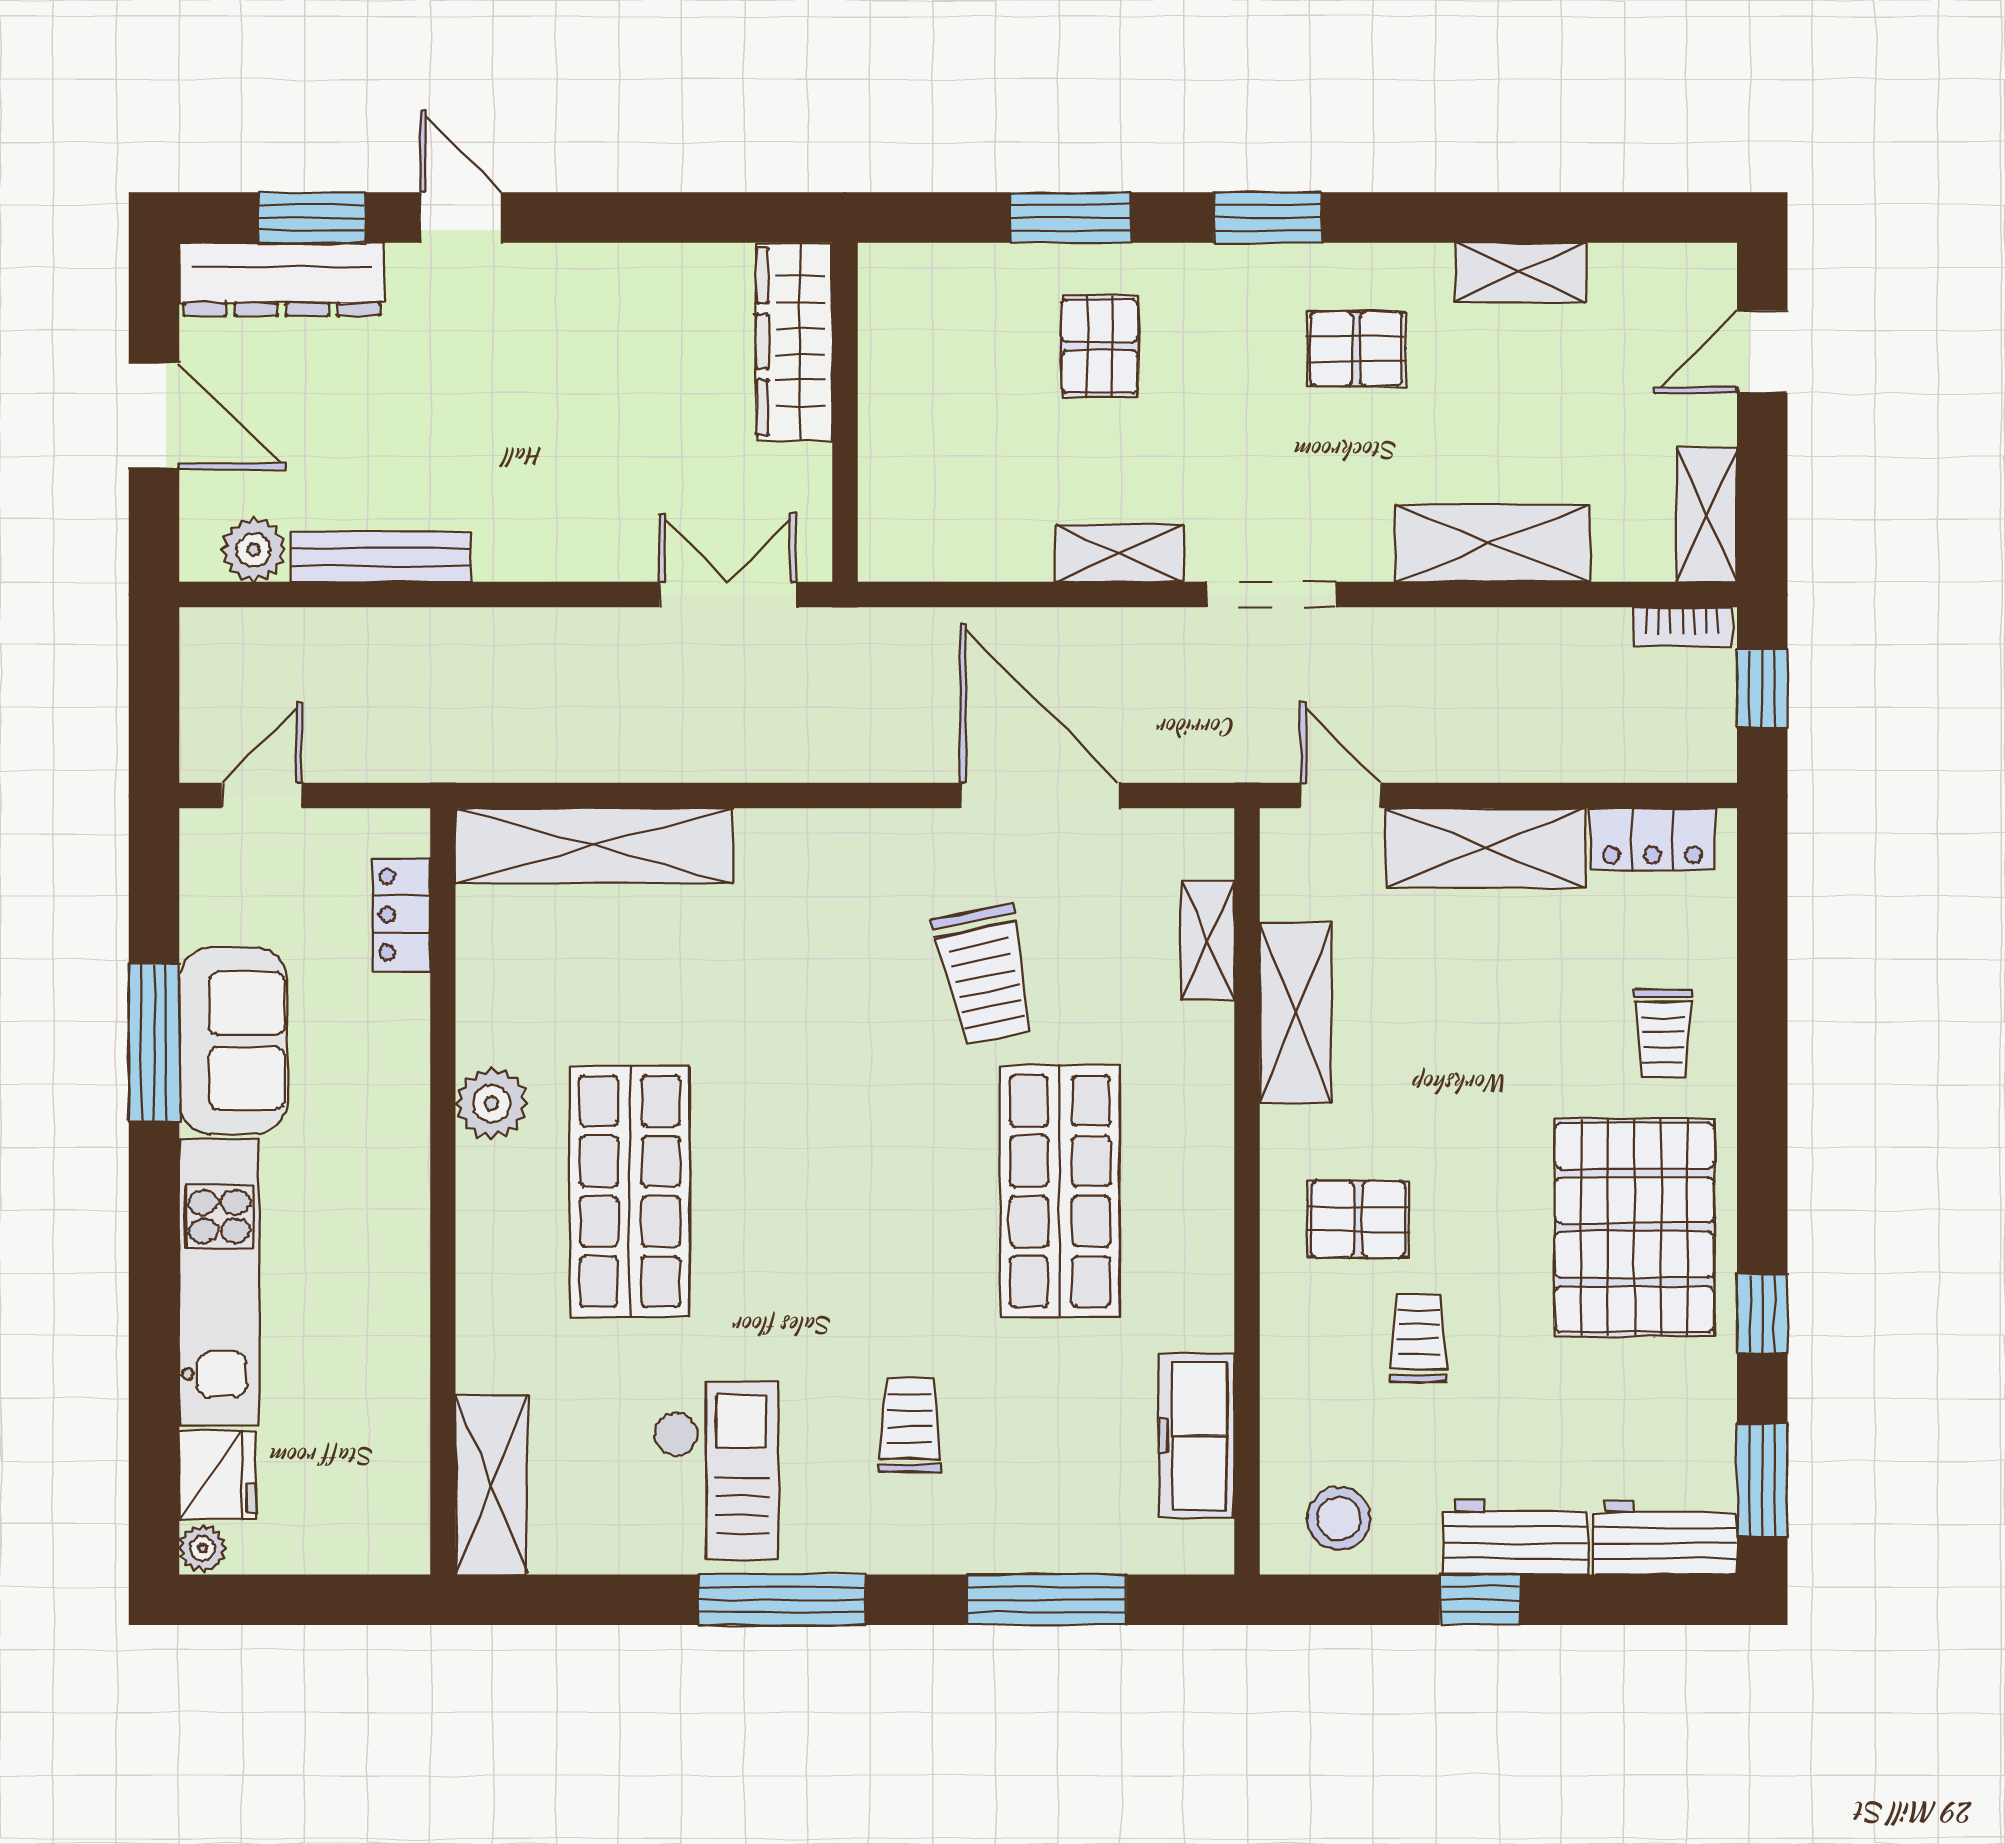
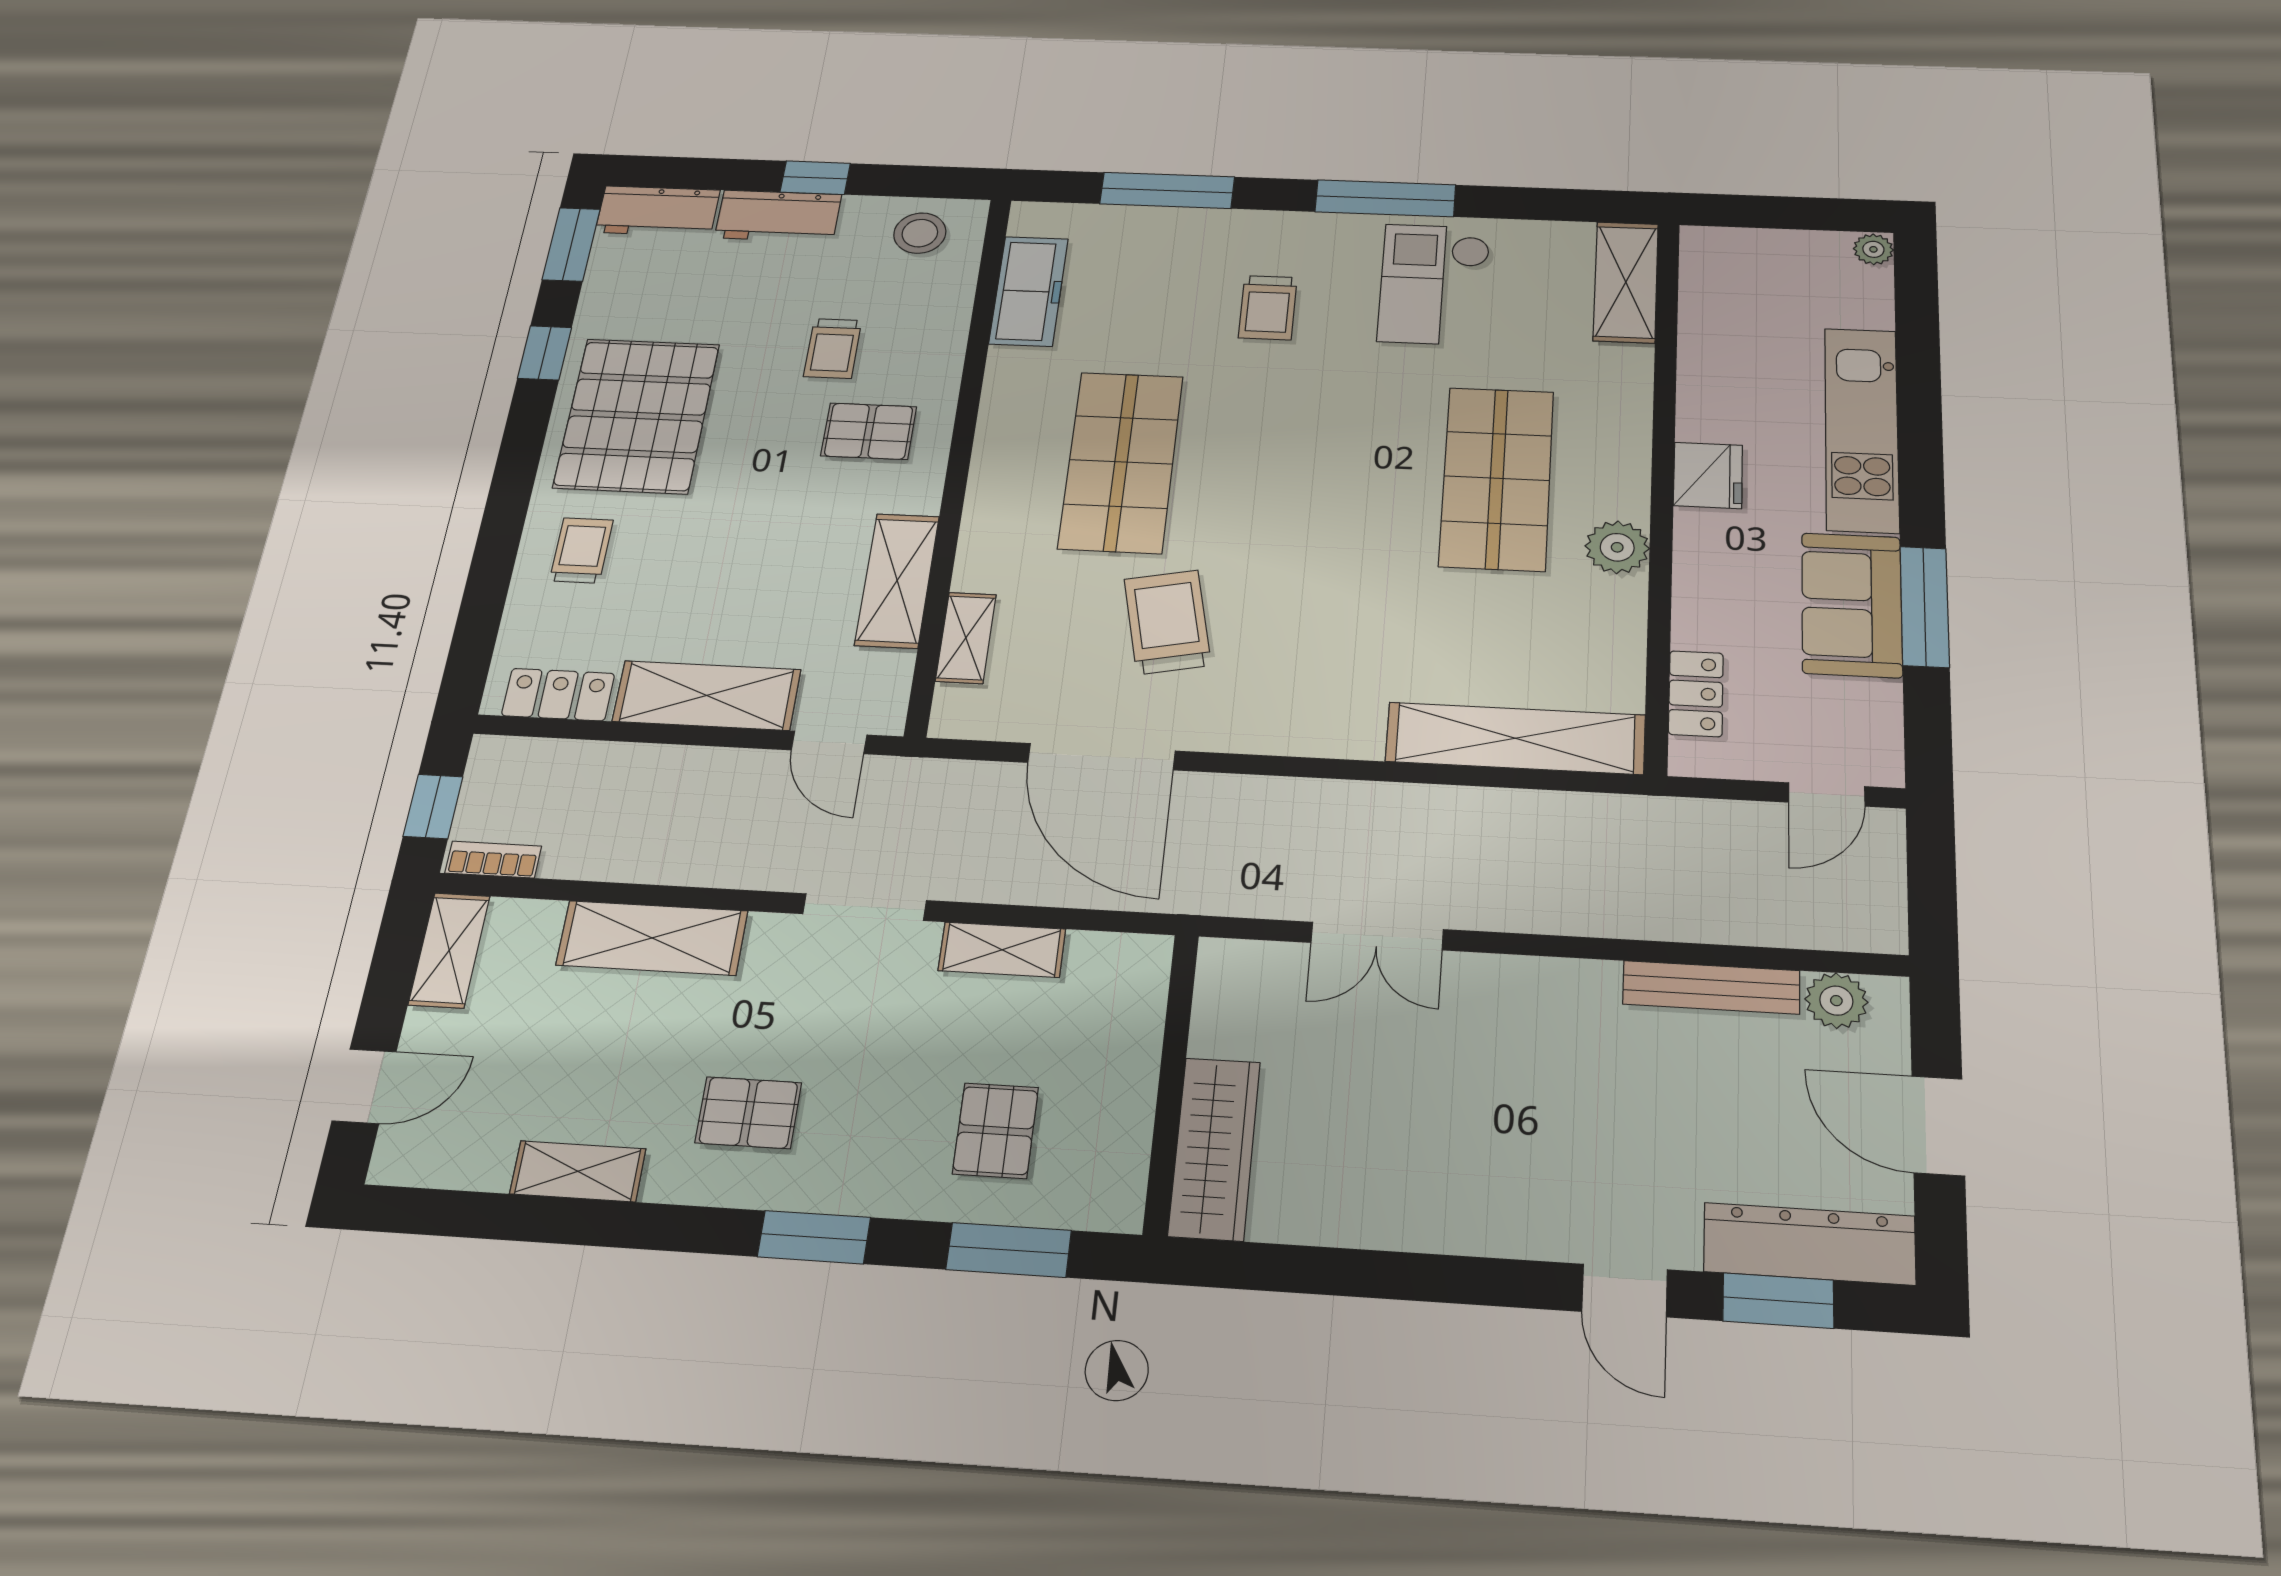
wardrobe: (794, 341) -> (1214, 1148), moved
wall: (845, 412) -> (1171, 1082), moved
fridge: (217, 1475) -> (1708, 475), moved, turned 180

